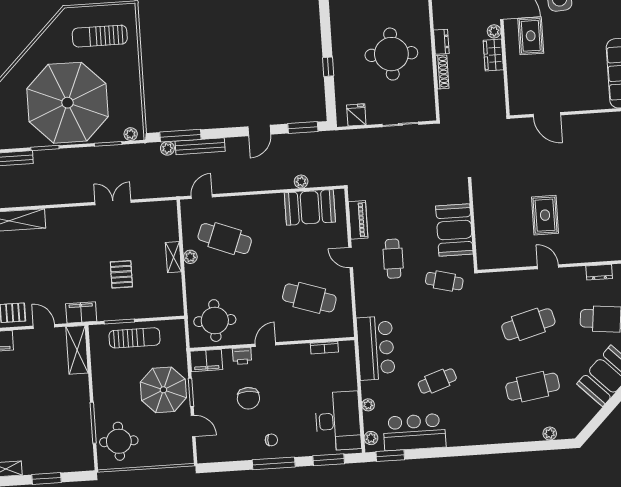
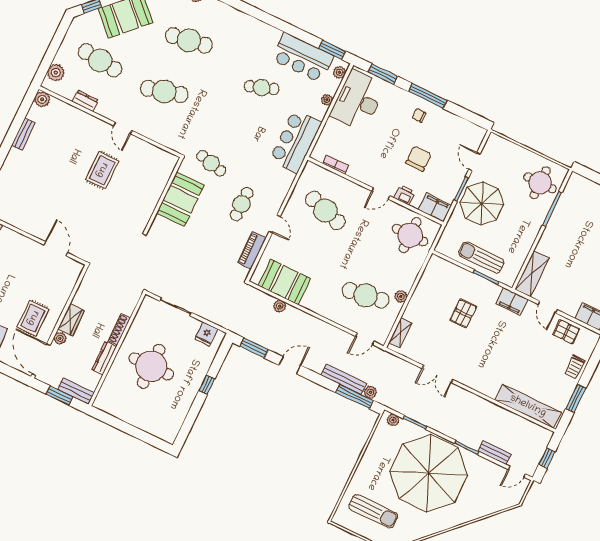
dresser: (441, 42) -> (104, 358), width x1.44
cafe table: (225, 239) -> (366, 295), turned -30
shelving: (173, 257) -> (400, 333), moved

